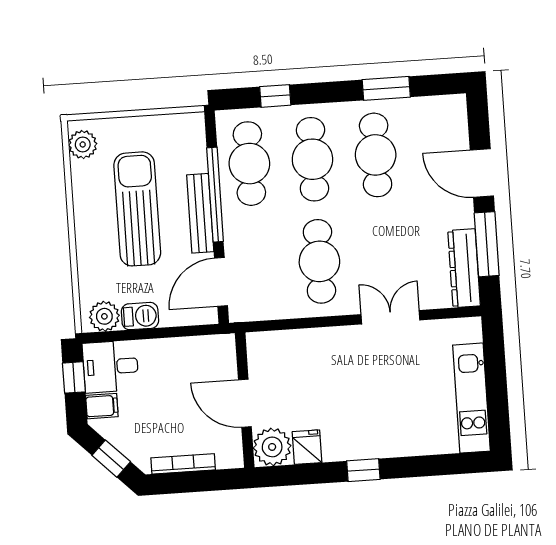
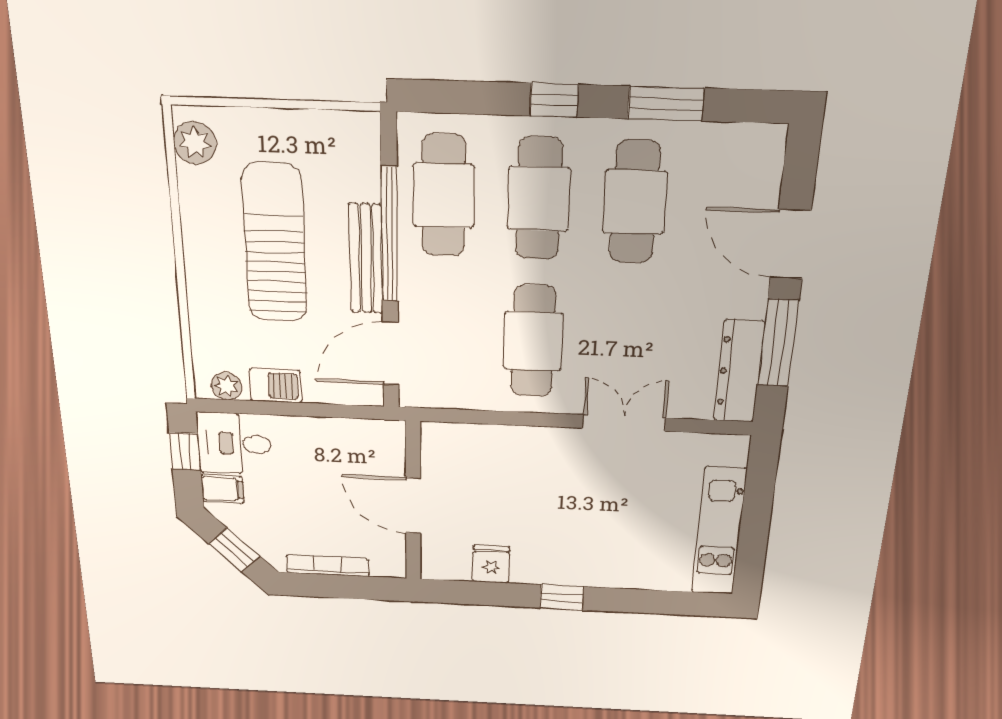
window: (275, 96) -> (554, 100), moved
plant: (104, 316) -> (227, 386), width x0.73, depth x0.73
plant: (272, 447) -> (445, 559), removed

